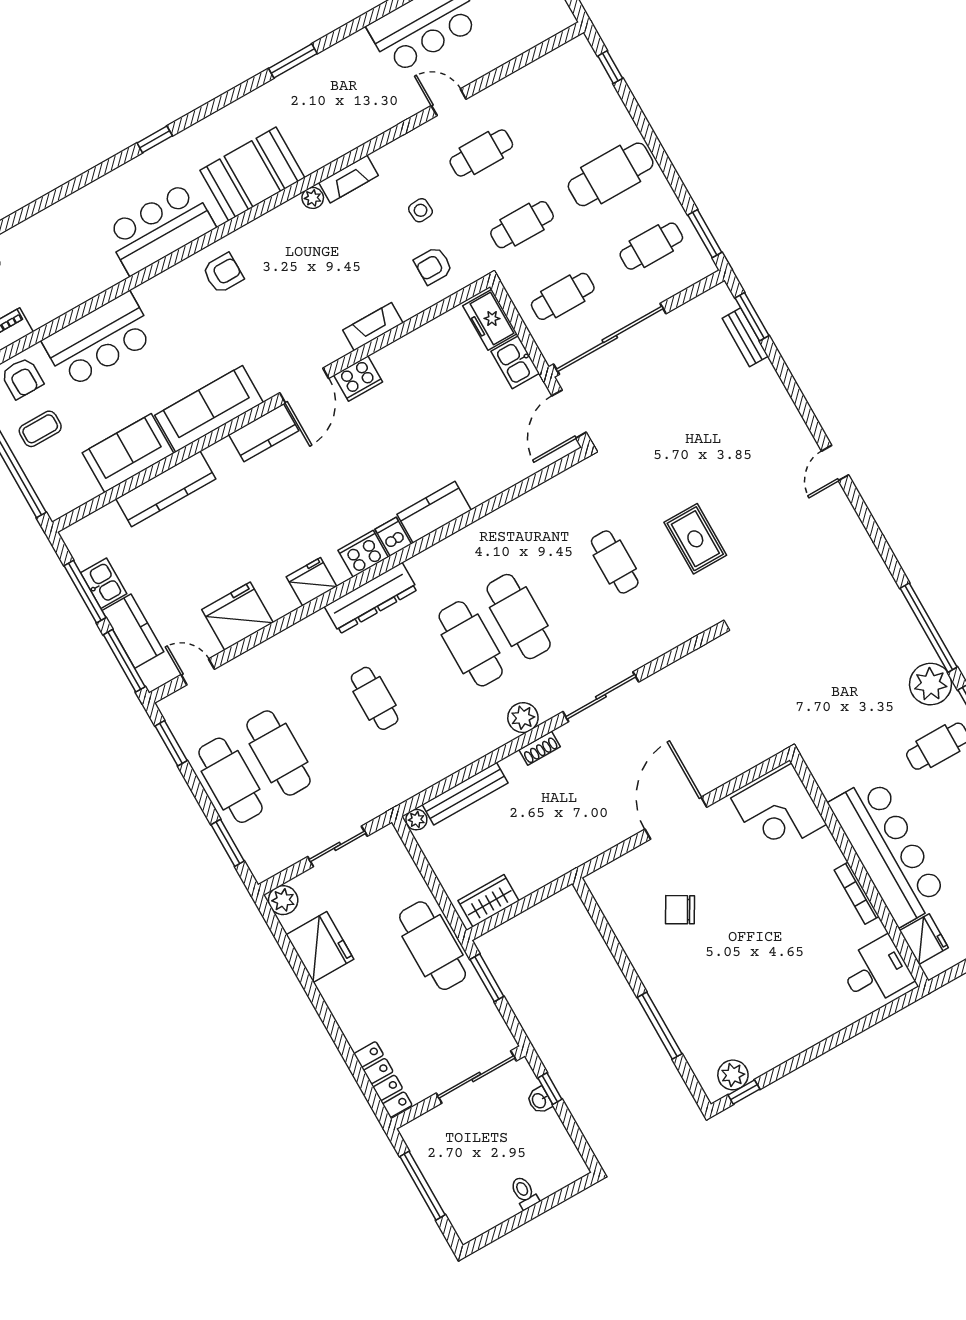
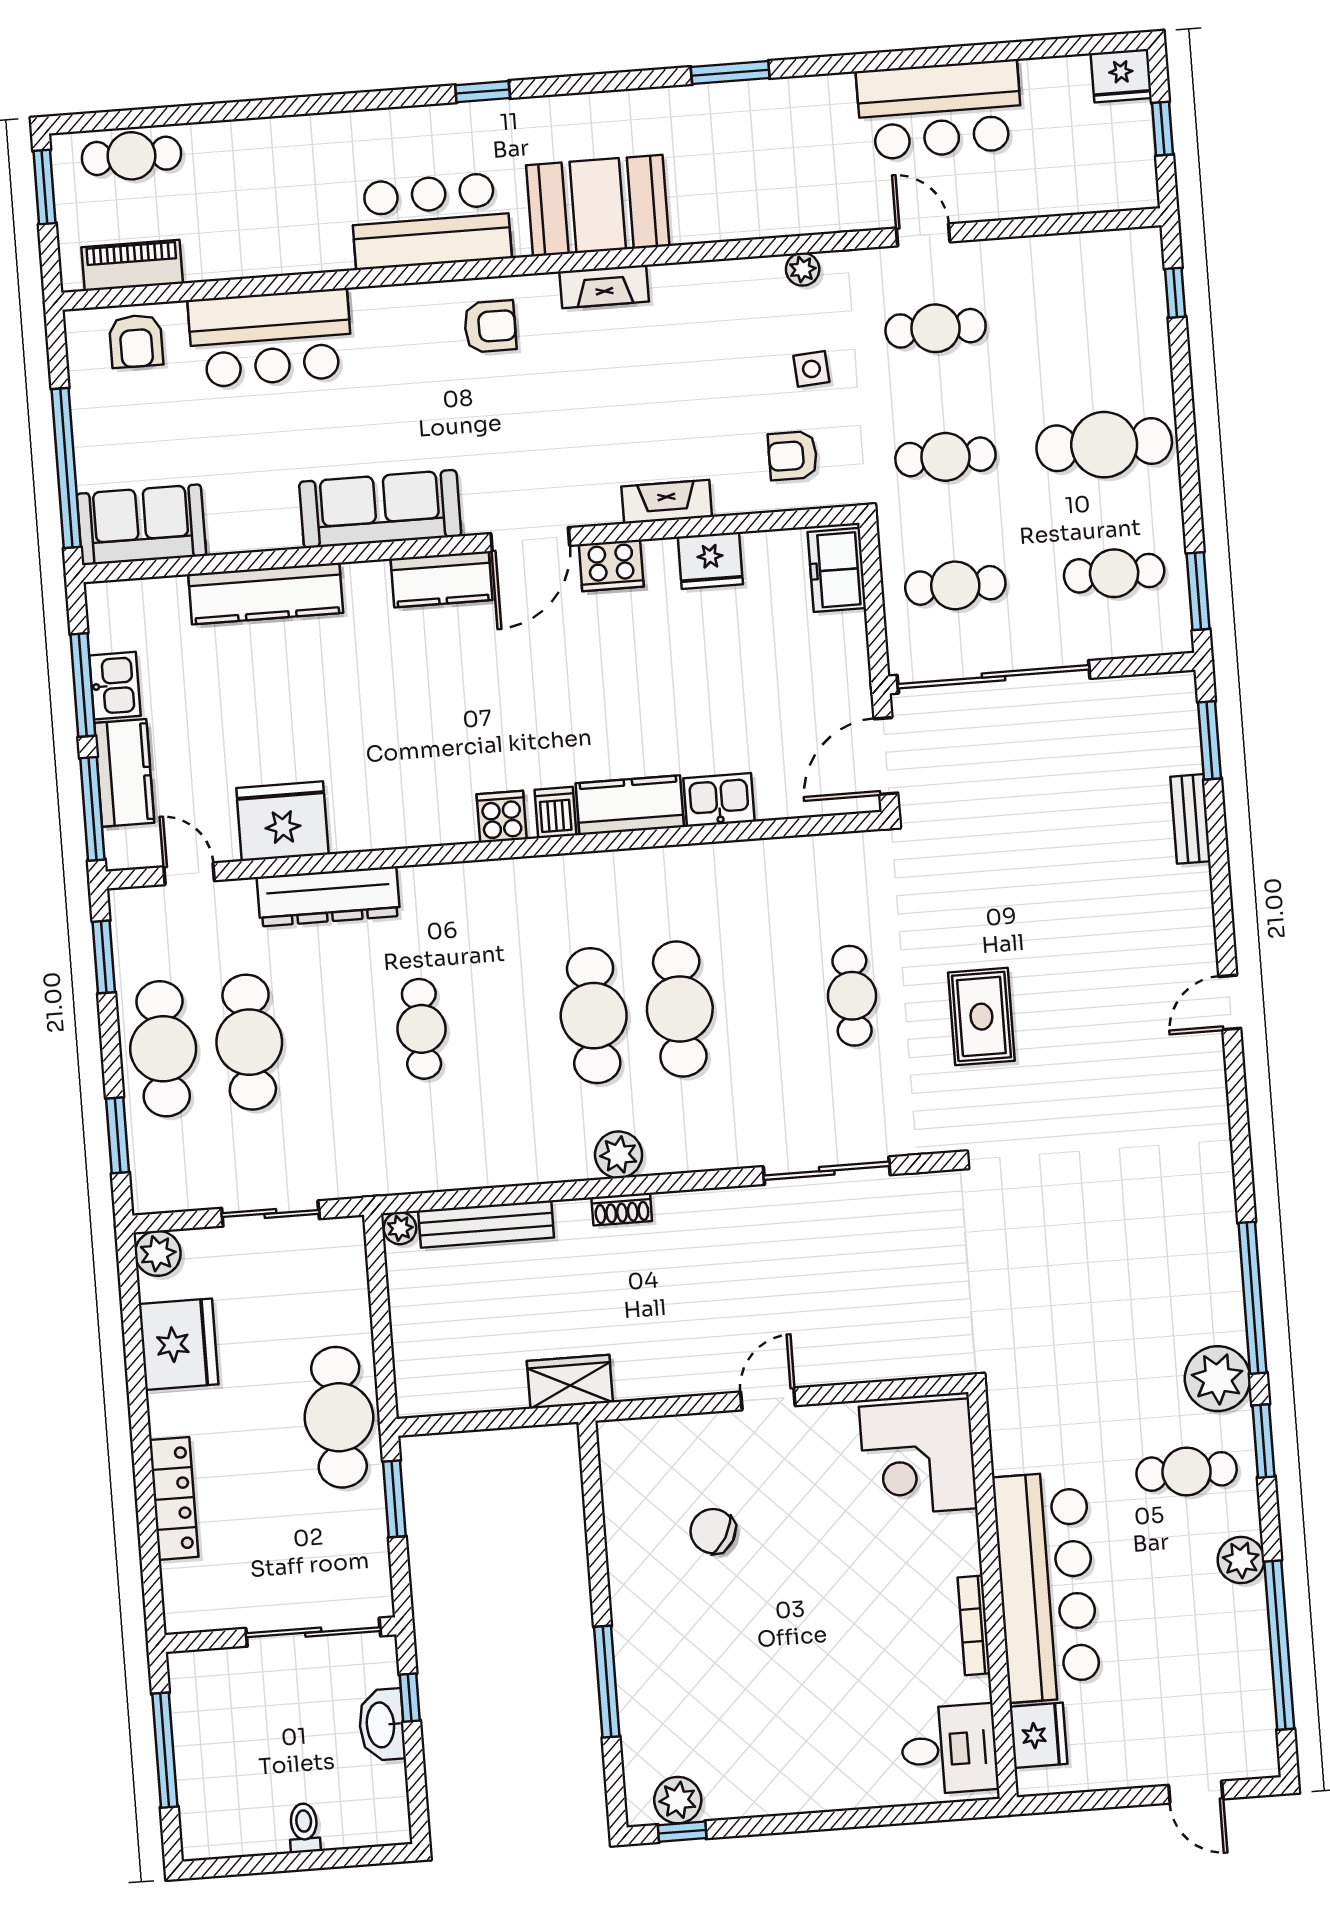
fireplace: (349, 179) -> (604, 287), moved
plant: (313, 198) -> (803, 269), moved
bench: (745, 337) -> (1190, 819), moved
kitchen sink: (515, 362) -> (719, 800), moved, turned 90
coffee table: (40, 429) -> (128, 425), removed
sofa: (128, 453) -> (141, 525), moved
cooker: (363, 554) -> (502, 817), width x0.73
fridge: (312, 582) -> (710, 560), moved, turned 180
dresser: (371, 598) -> (328, 897), moved
sliding door: (601, 697) -> (827, 1171), moved
door: (676, 818) -> (768, 1399), width x0.53
wardrobe: (489, 901) -> (570, 1382), moved
locker: (383, 1079) -> (174, 1498), moved
washbasin: (539, 1100) -> (382, 1725), width x1.91, depth x1.45

